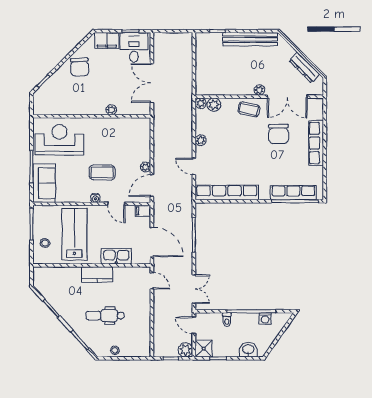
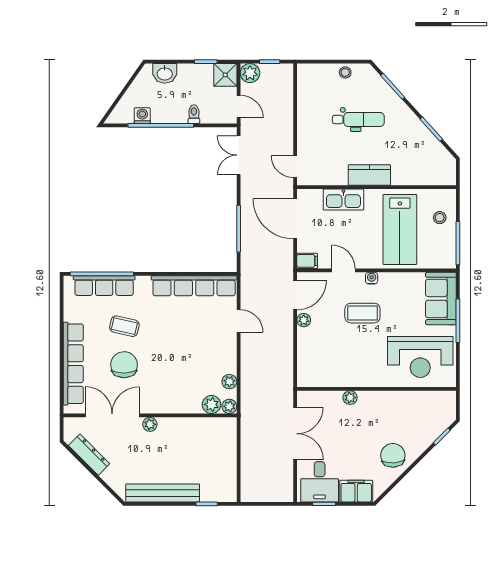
coffee table: (249, 109) -> (124, 326), moved
plant: (201, 140) -> (229, 382), moved
row of seats: (316, 143) -> (73, 364), width x1.36

